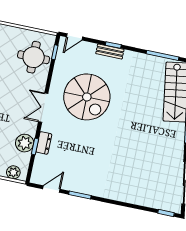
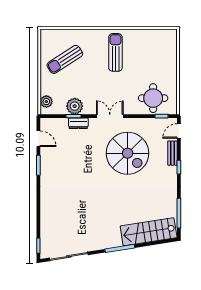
door: (75, 37) -> (179, 131), hinge flipped
bench: (110, 52) -> (172, 153), moved
spiral stairs: (87, 97) -> (128, 153), turned -90

